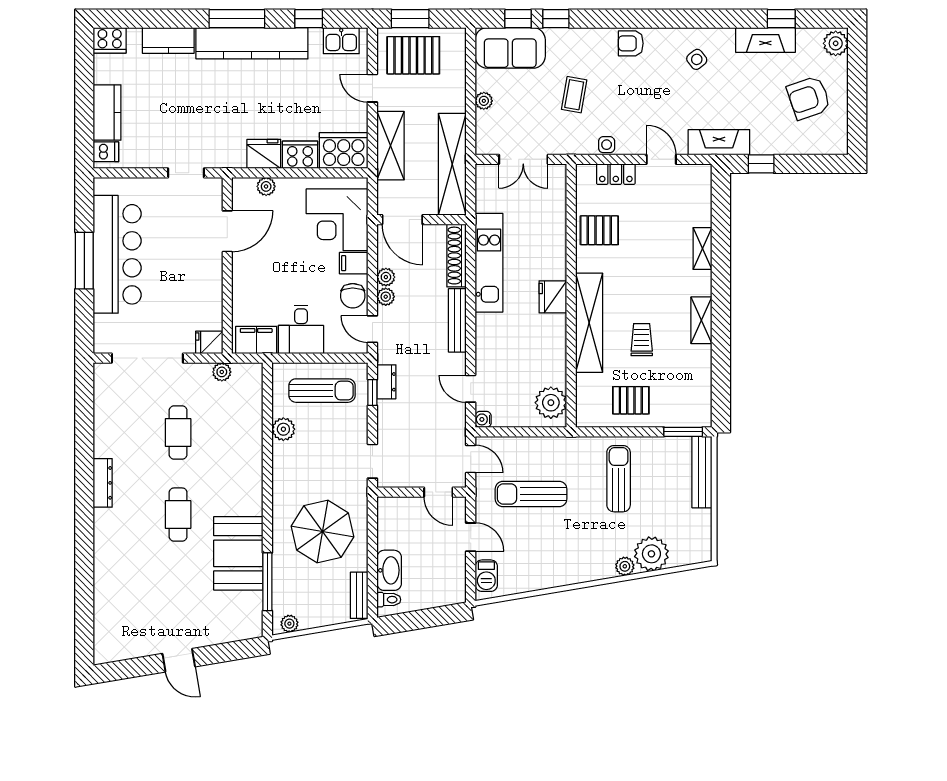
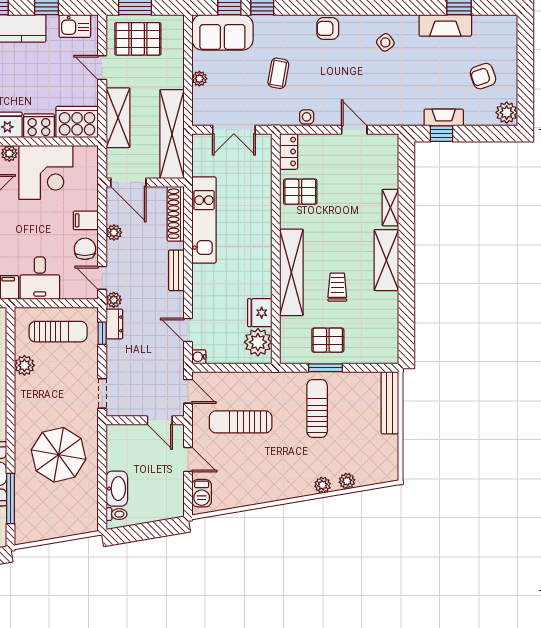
plant: (836, 43) -> (507, 113), moved
armchair: (809, 98) -> (483, 76), width x0.72, depth x0.72
fireplace: (719, 142) -> (444, 117), moved, width x0.73, depth x0.76
locker: (616, 174) -> (289, 151), moved, turned -90
corner desk: (337, 220) -> (46, 172), moved, turned -90
chair: (353, 296) -> (85, 249), turned 180
plant: (386, 297) -> (114, 300), moved
fridge: (553, 297) -> (260, 313), moved
bench: (457, 320) -> (176, 270), width x0.73
shelving: (701, 320) -> (386, 260), width x1.50, depth x1.33
window: (683, 432) -> (326, 368), moved
plant: (651, 554) -> (347, 481), width x0.53, depth x0.53
bench: (359, 595) -> (91, 510), removed
plant: (289, 624) -> (30, 535), removed

